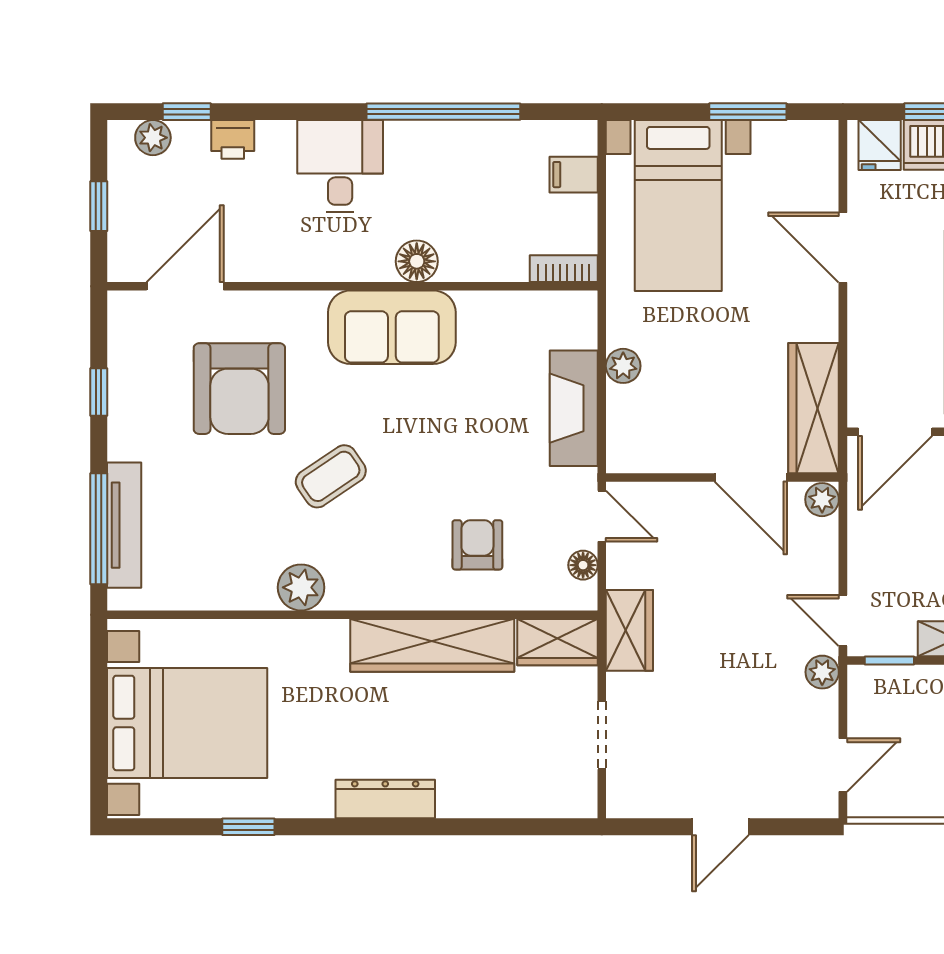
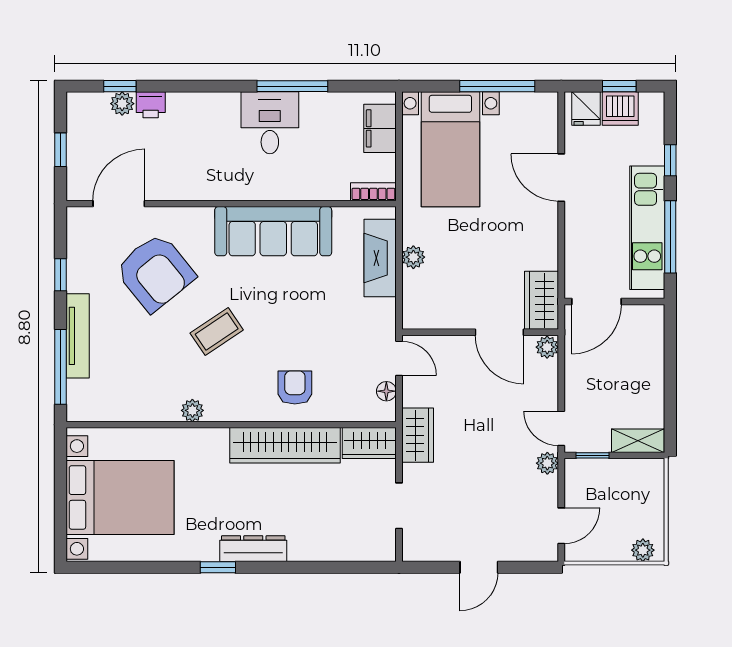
window: (443, 112) -> (292, 86), width x0.68
window: (748, 112) -> (497, 86), width x1.44
plant: (153, 138) -> (122, 104), moved
desk: (340, 166) -> (270, 123), moved
filing cabinet: (574, 175) -> (380, 128), width x2.00
floor lamp: (417, 261) -> (275, 187), removed
sofa: (392, 327) -> (273, 231), width x1.36
armchair: (239, 389) -> (155, 272), turned -39
fireplace: (574, 408) -> (380, 258), moved
wardrobe: (814, 408) -> (541, 300), width x0.67
tv unit: (124, 525) -> (78, 336), moved
armchair: (477, 545) -> (295, 387), moved
plant: (301, 587) -> (192, 410), width x0.73, depth x0.73
window: (248, 827) -> (218, 567), moved

